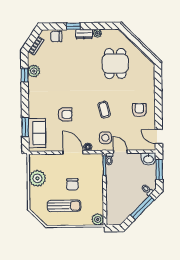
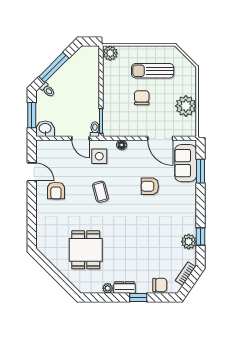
door: (159, 136) -> (32, 172), moved
door: (73, 152) -> (160, 138), moved

